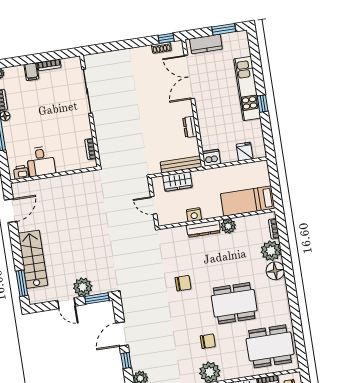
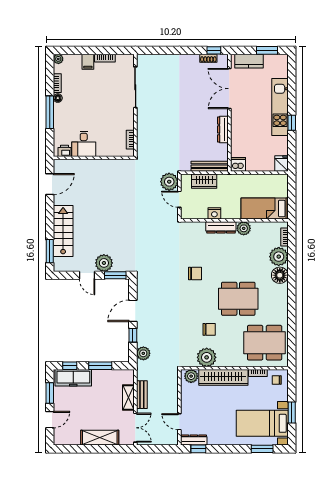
dresser: (190, 127) -> (223, 129), width x1.44
fridge: (245, 152) -> (281, 163), moved
plant: (140, 188) -> (169, 182), added

